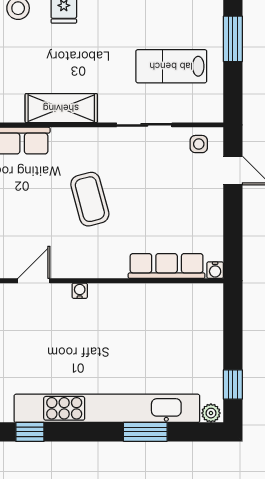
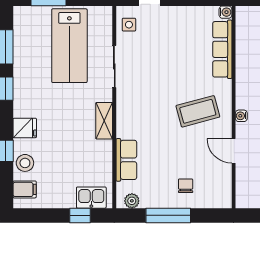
lab bench: (171, 66) -> (69, 46), width x1.36, depth x1.39
shelving: (61, 108) -> (104, 121), width x0.67, depth x0.75
coffee table: (90, 199) -> (198, 111), moved

